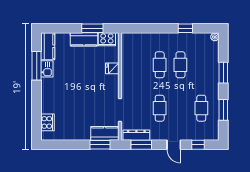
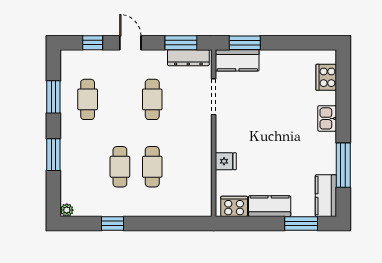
window: (92, 28) -> (301, 223), moved
kitchen sink: (47, 69) -> (327, 118), moved

